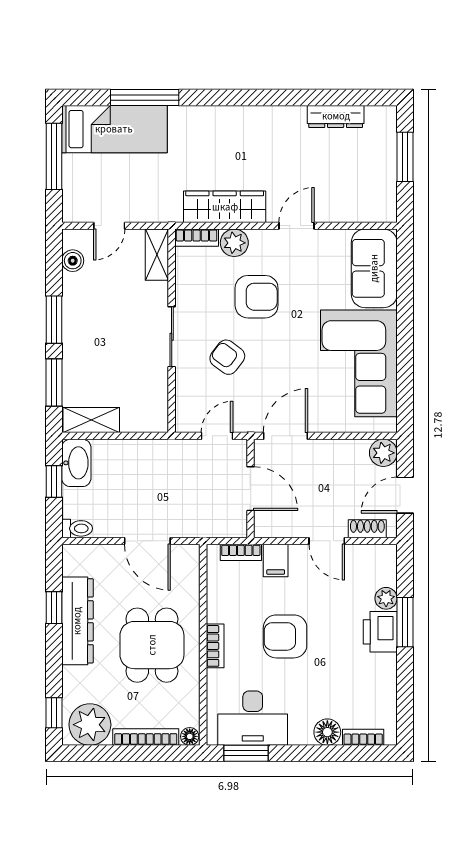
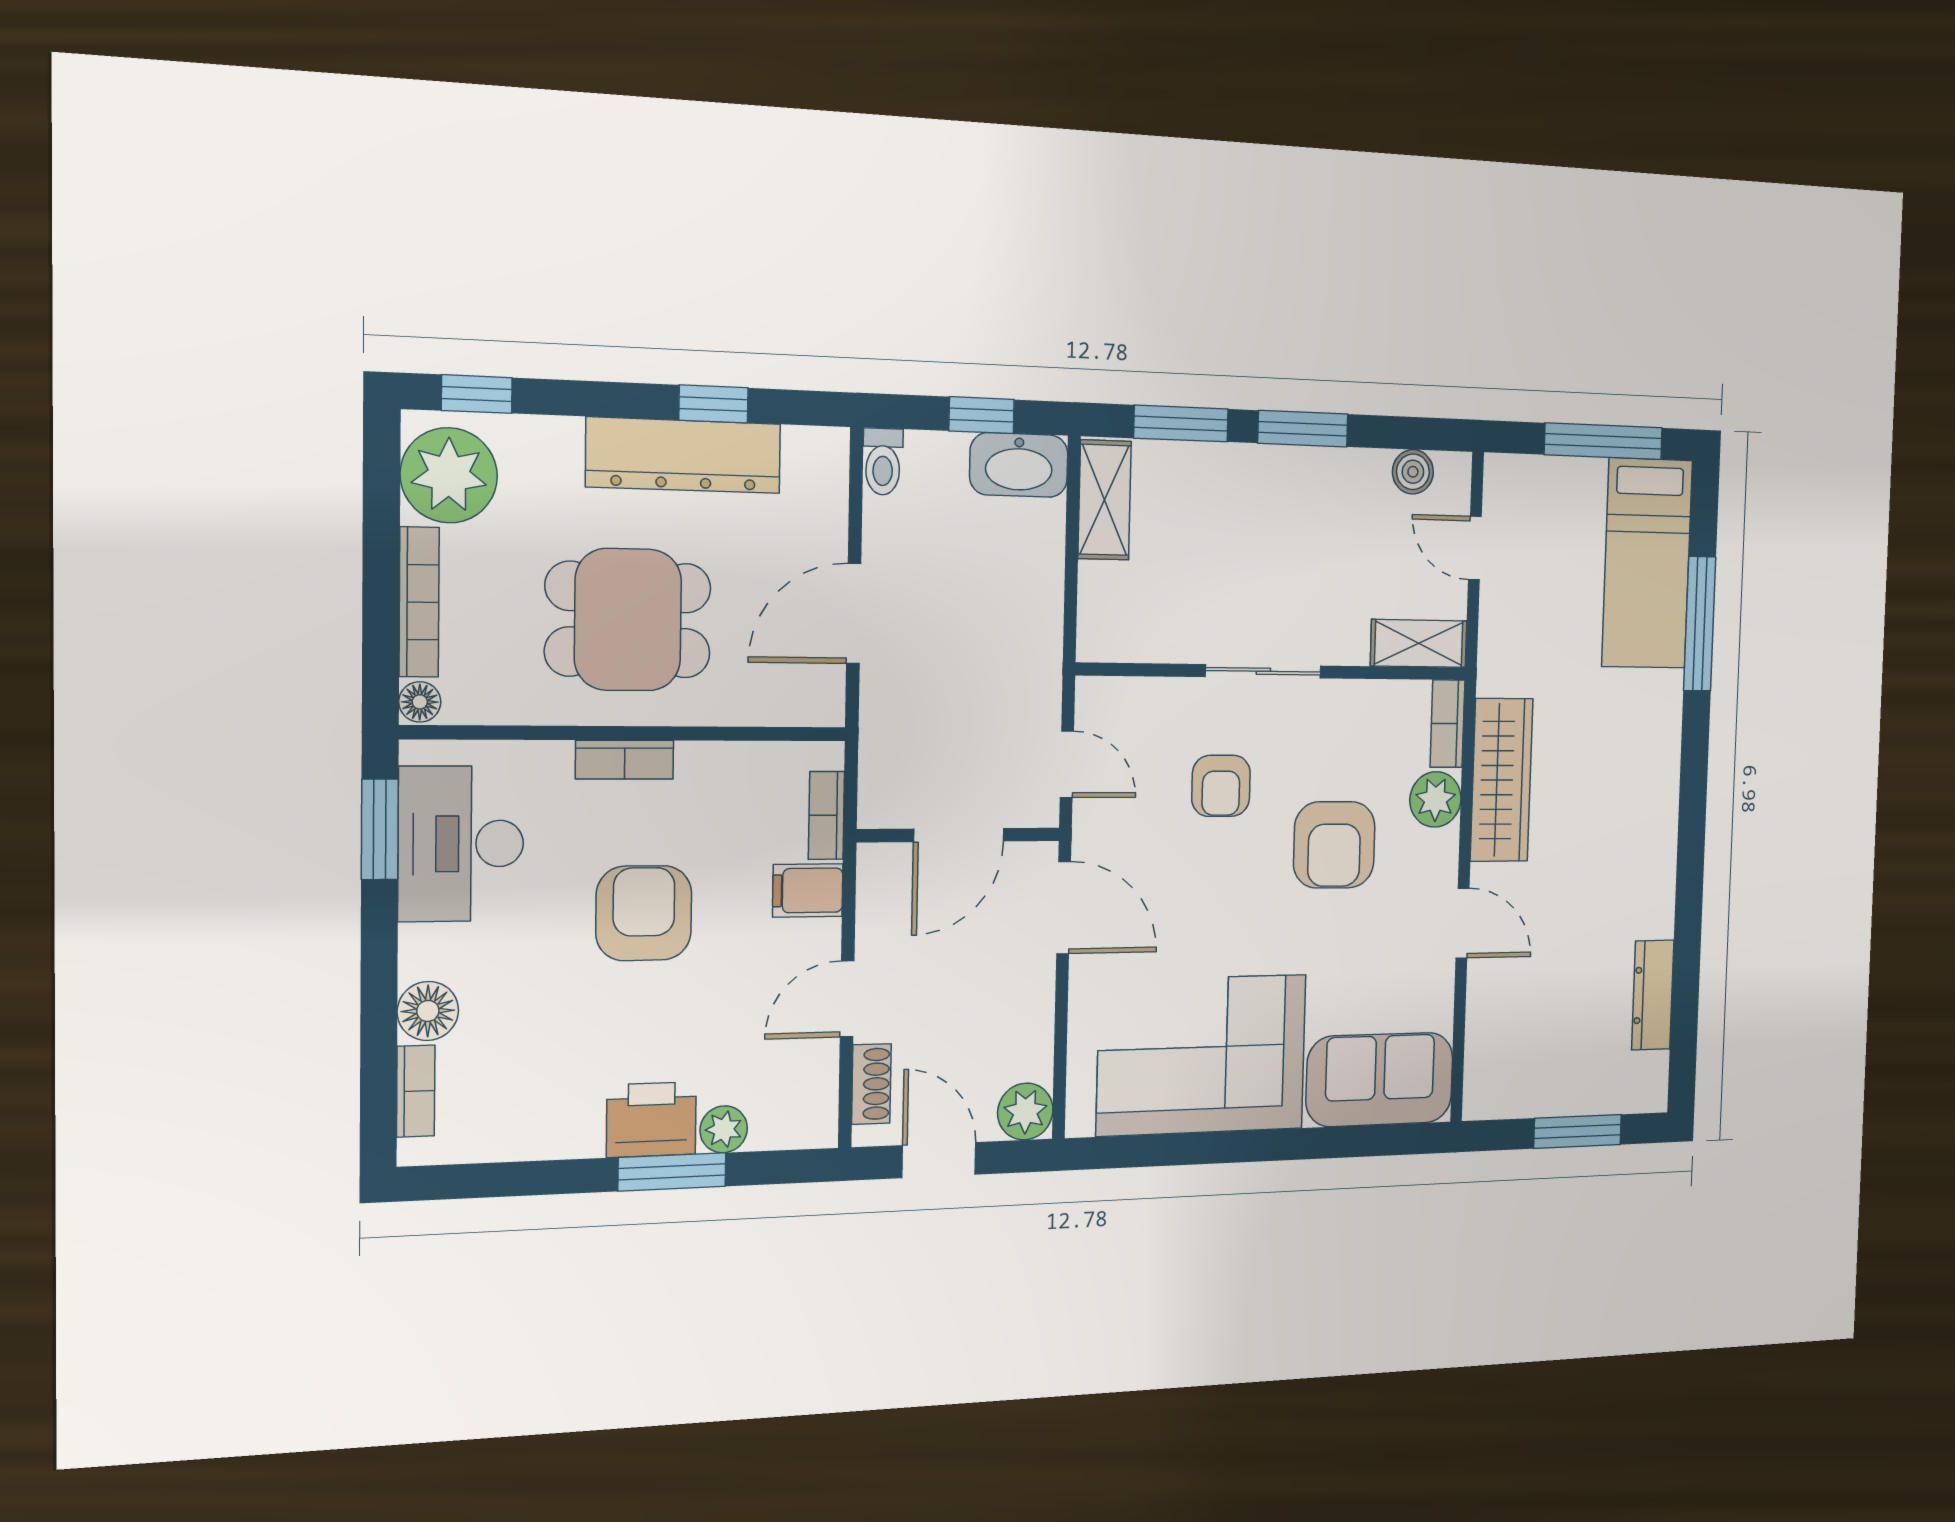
armchair: (227, 357) -> (1221, 786), turned 143

